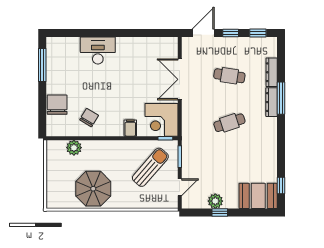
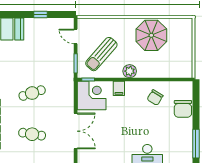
plant: (74, 148) -> (130, 71), moved
door: (180, 187) -> (76, 36), hinge flipped
plant: (215, 201) -> (44, 24), removed

